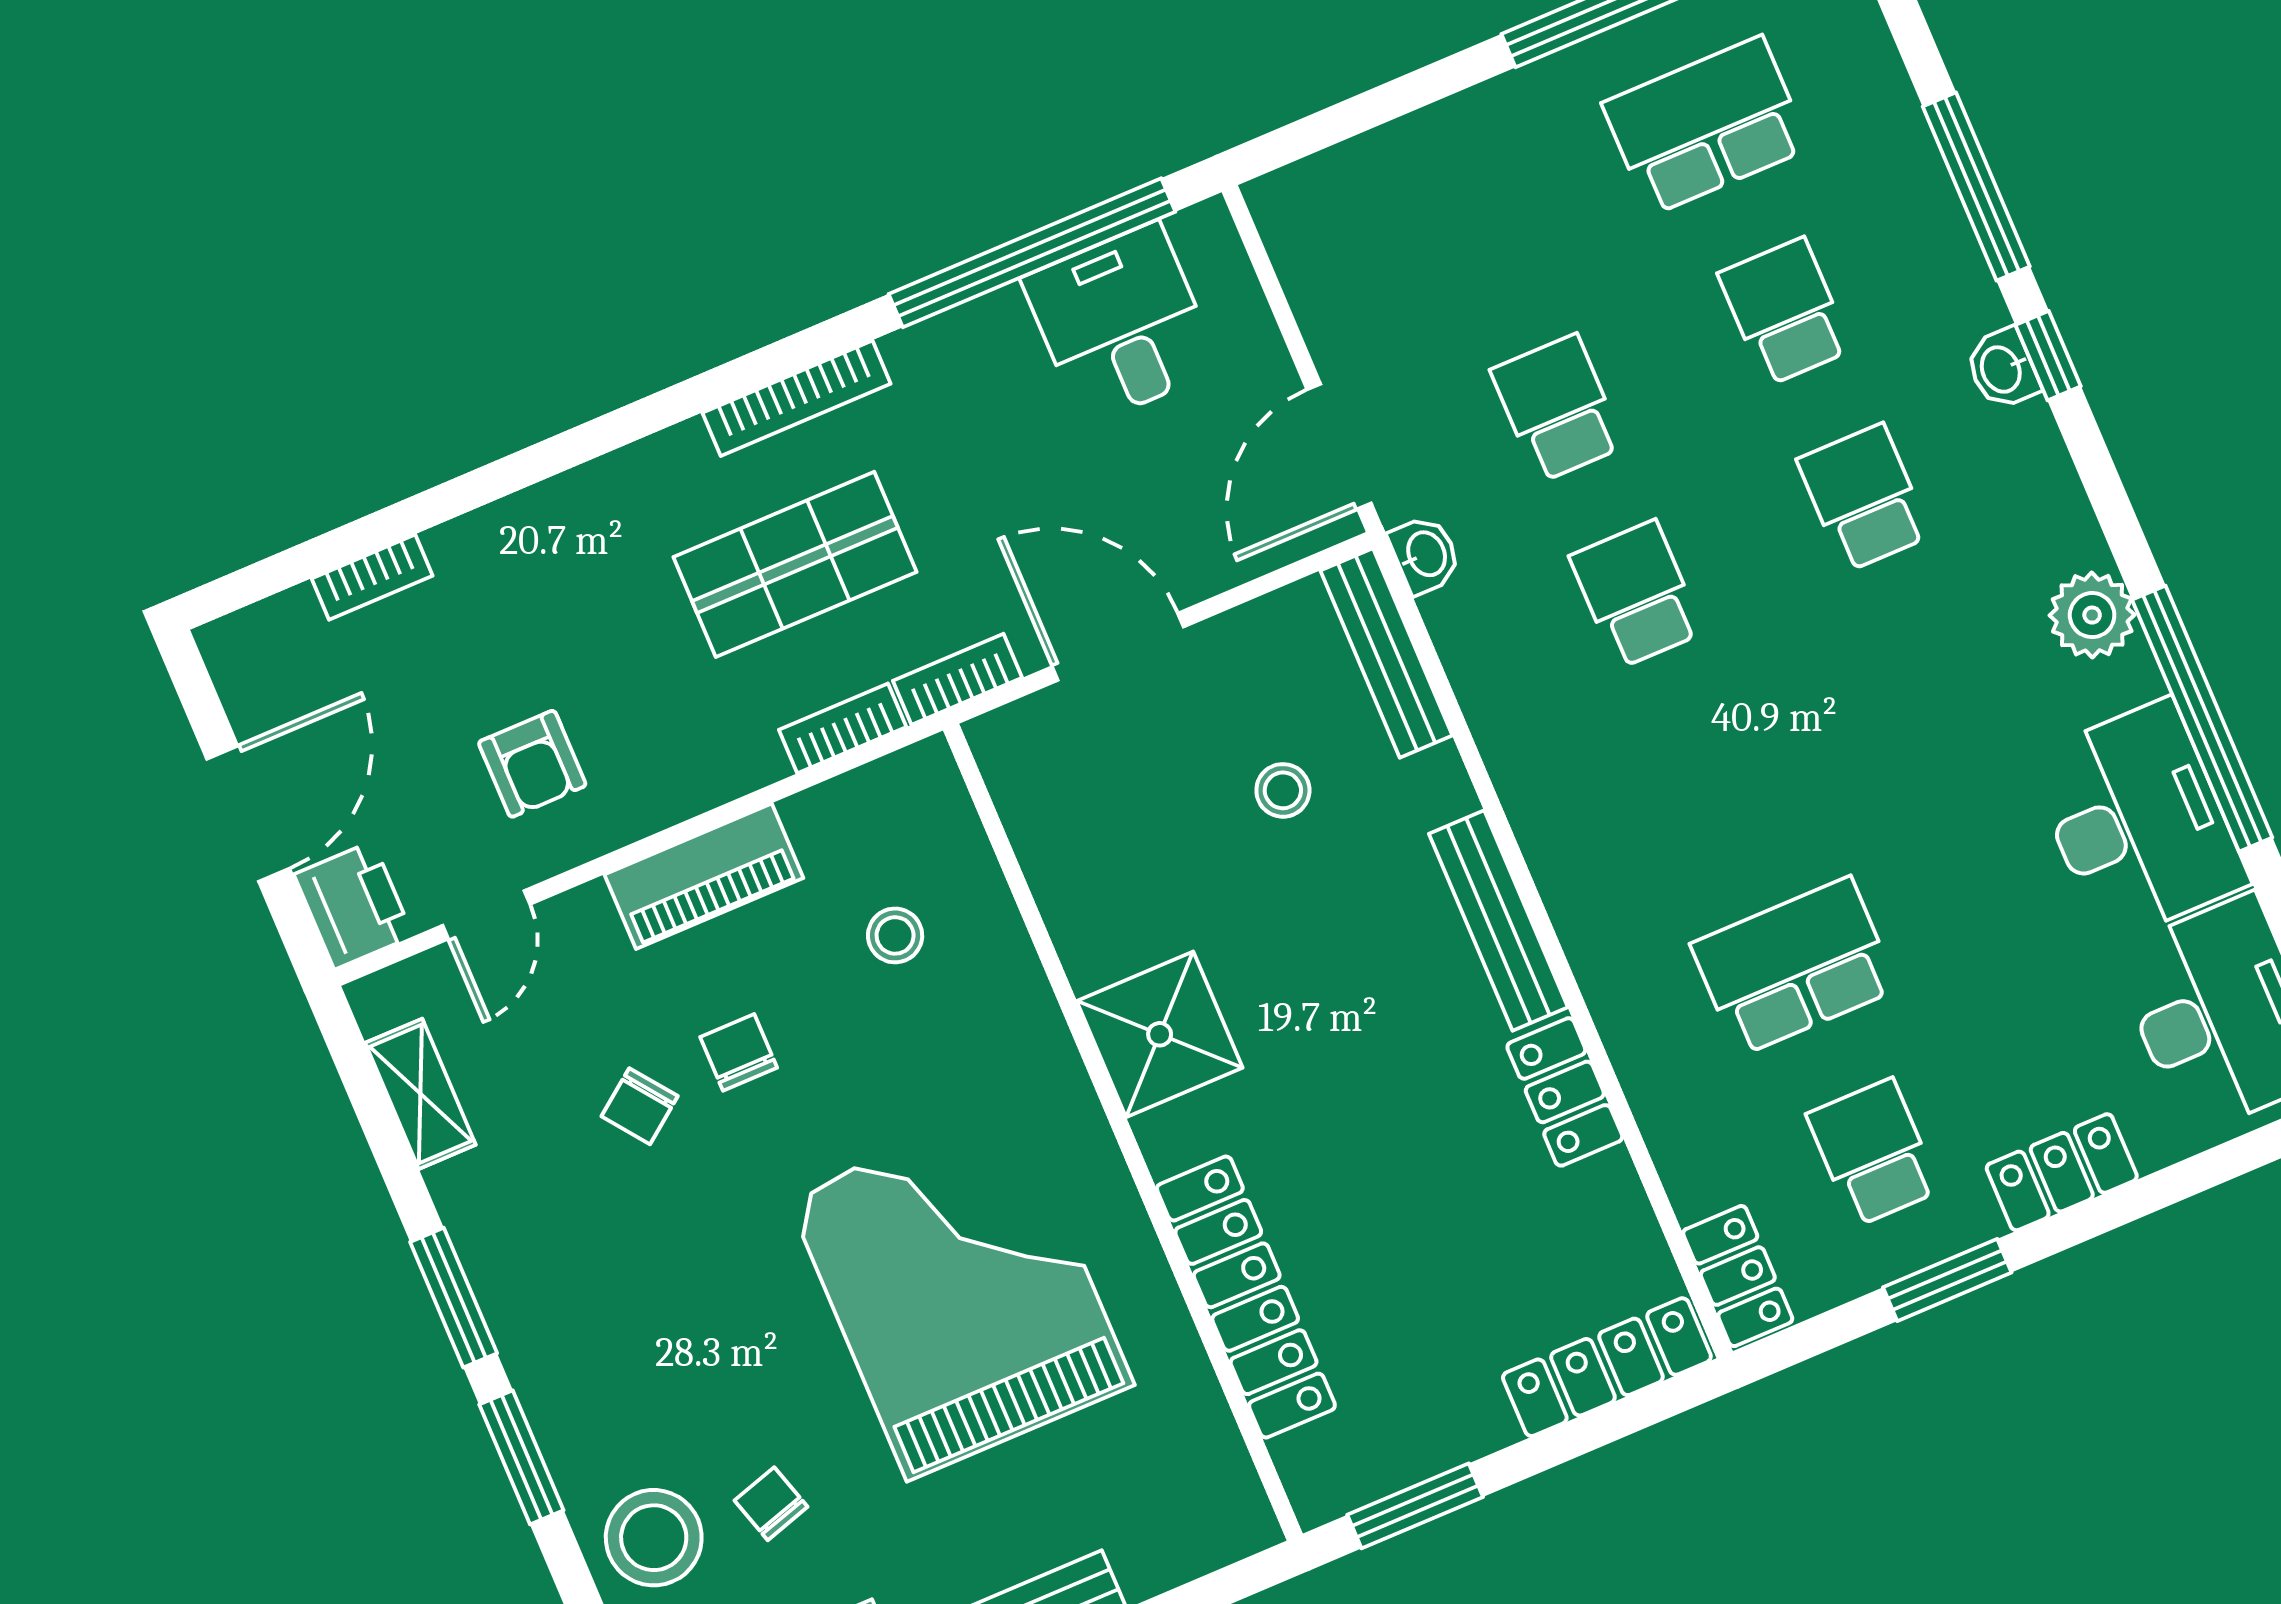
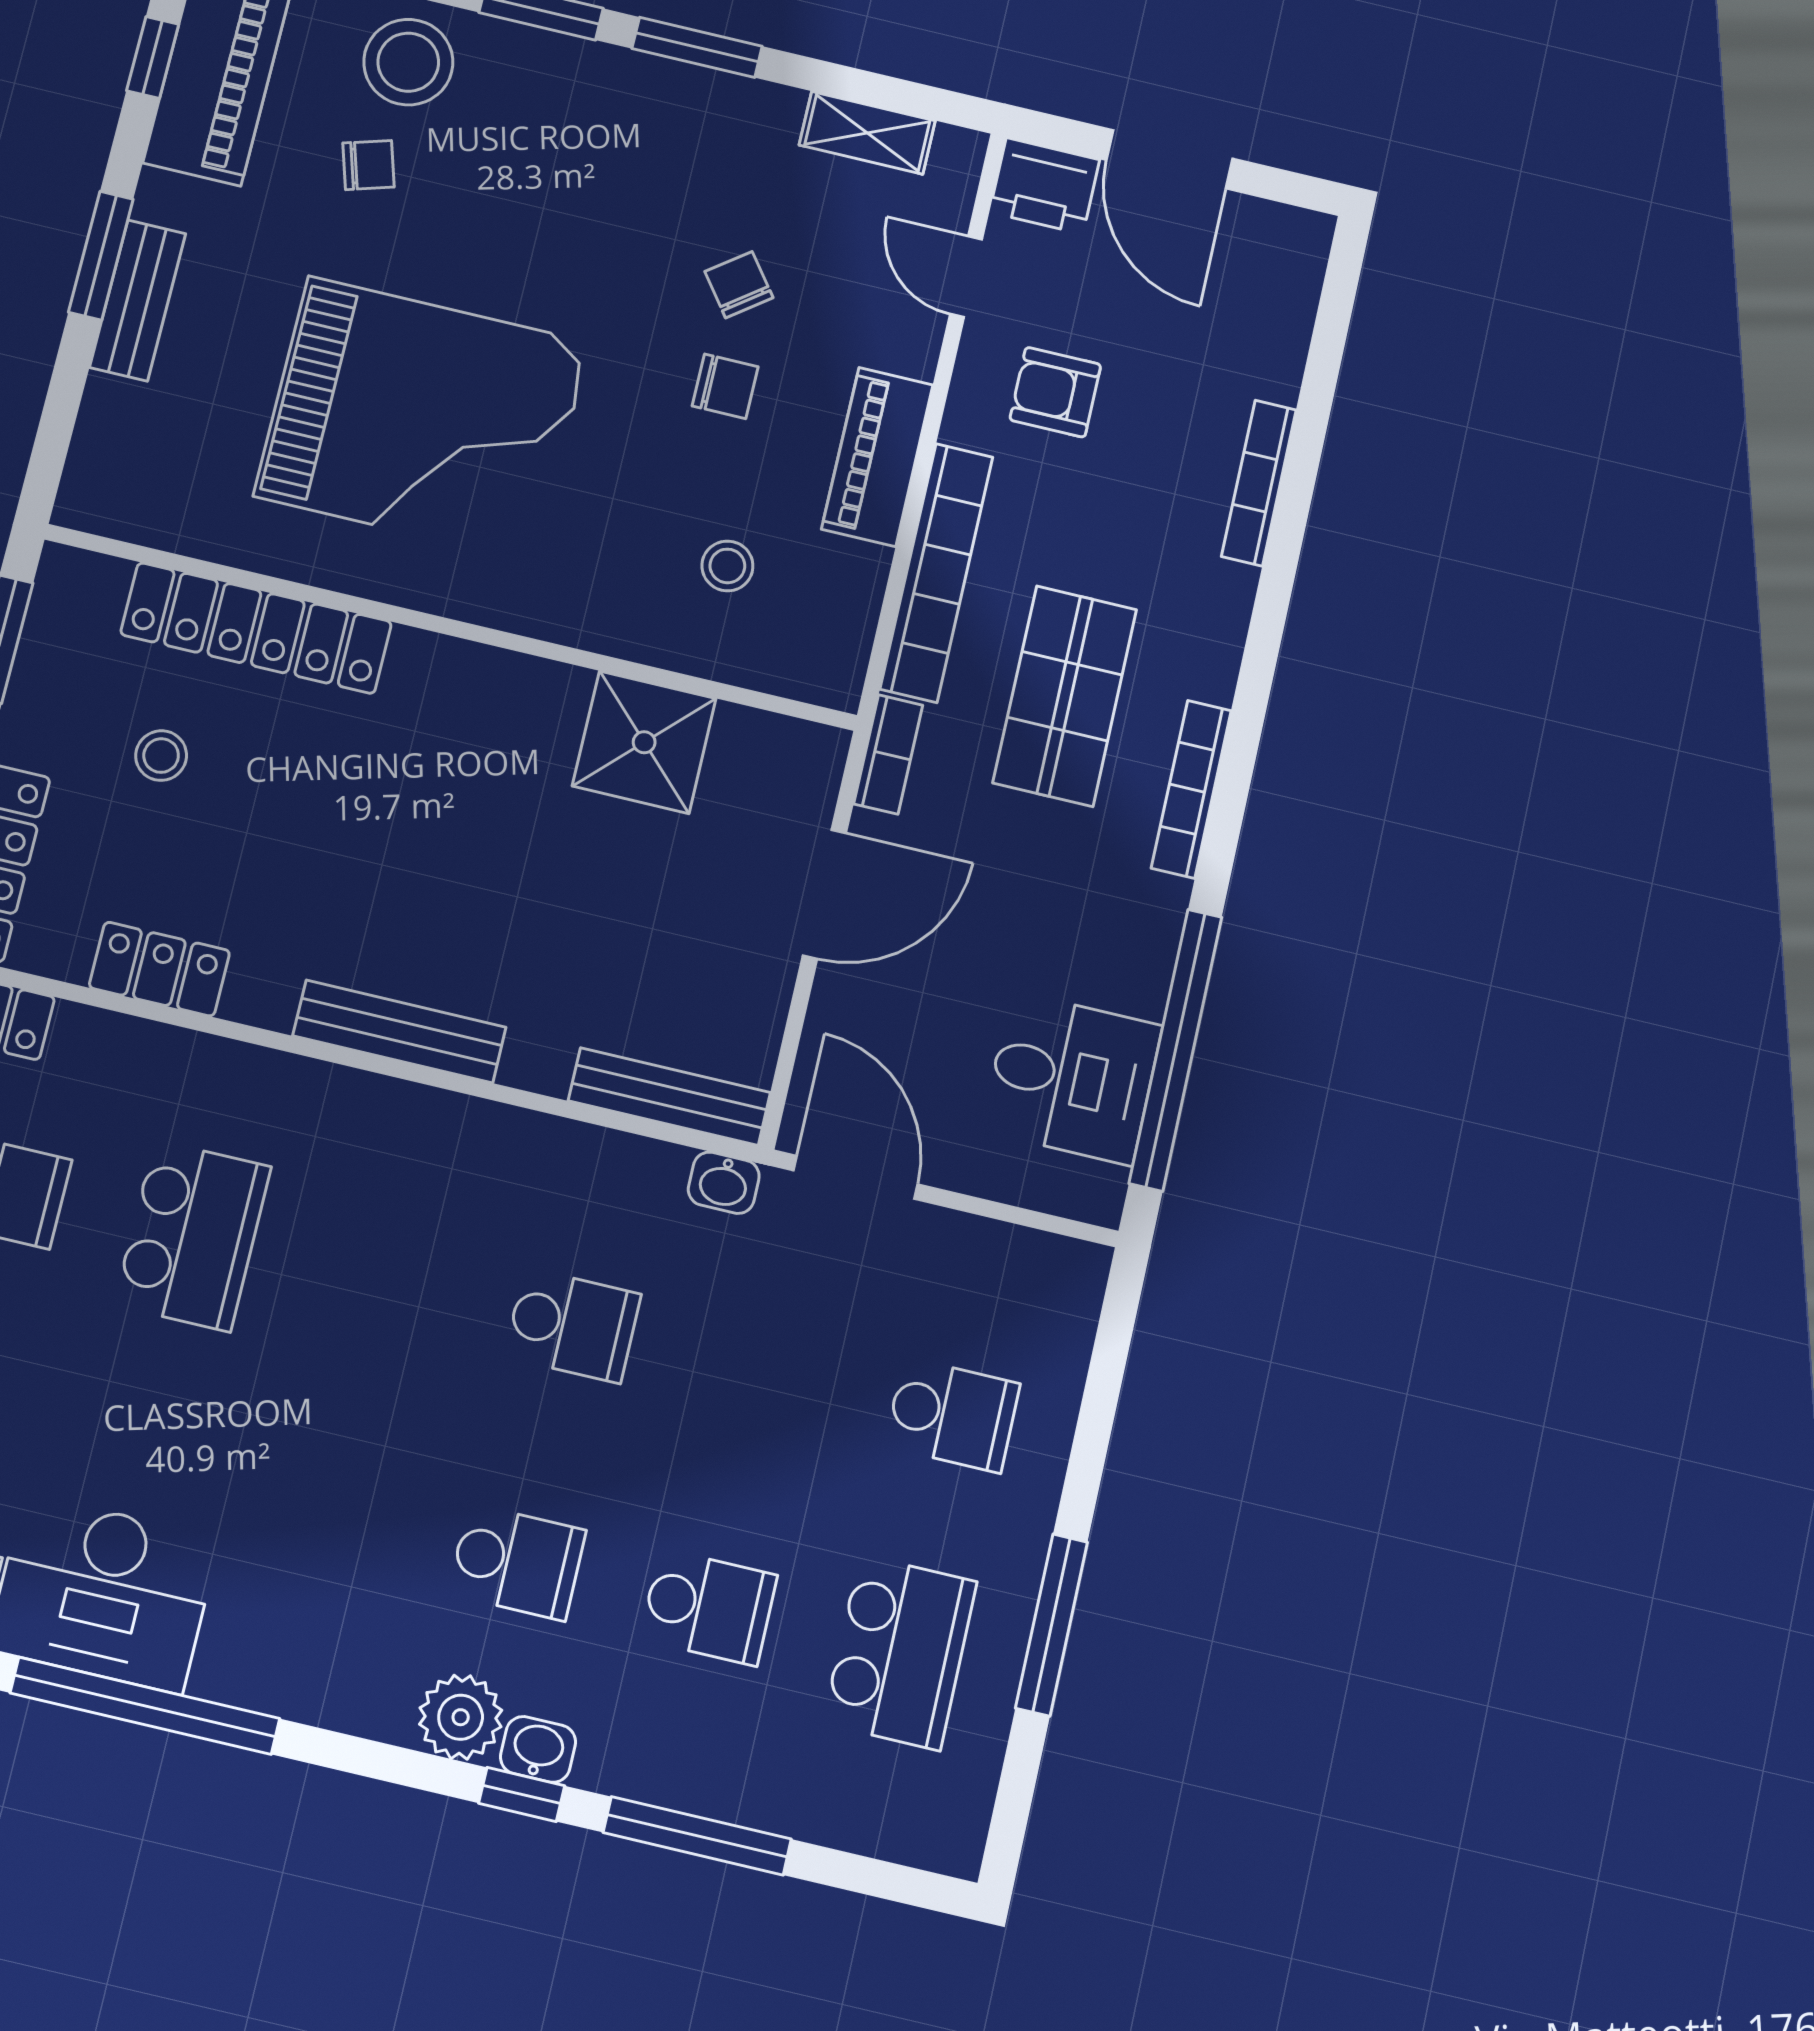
school desk: (1557, 408) -> (952, 1415), moved
bookcase: (372, 577) -> (1259, 483), moved, width x1.56
plant: (2092, 615) -> (461, 1717), moved
bookcase: (843, 728) -> (936, 573), width x2.31, depth x1.31
stool: (1283, 790) -> (161, 756), moved
shower: (1160, 1034) -> (644, 742), moved
locker: (1565, 1092) -> (159, 969), moved

